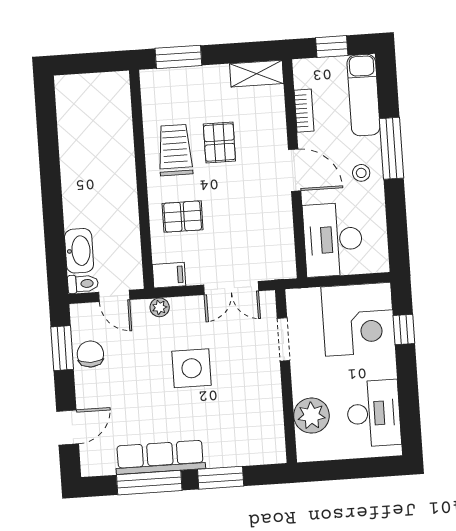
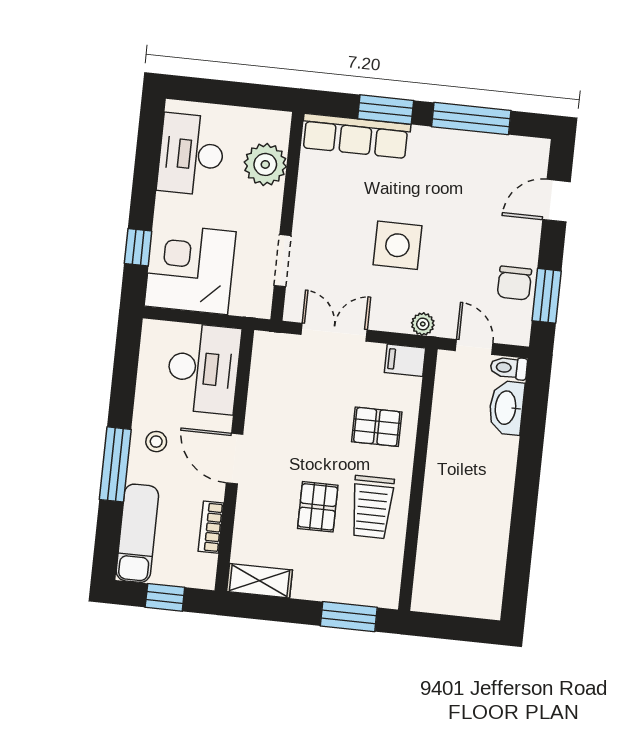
row of seats: (160, 457) -> (356, 136), moved

